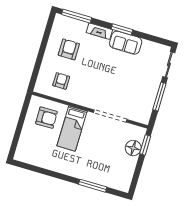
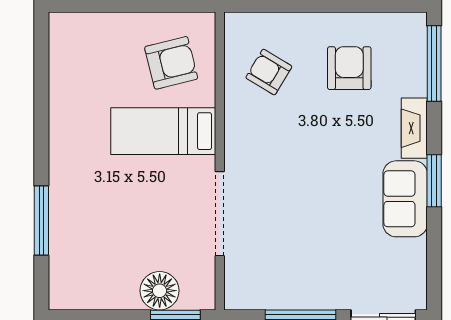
armchair: (69, 49) -> (349, 68), turned -90
armchair: (61, 81) -> (269, 72), turned -149
armchair: (47, 118) -> (171, 63), turned -103

